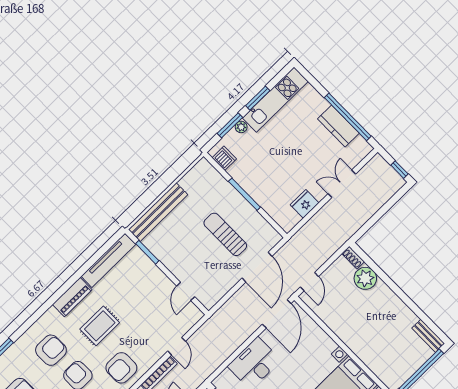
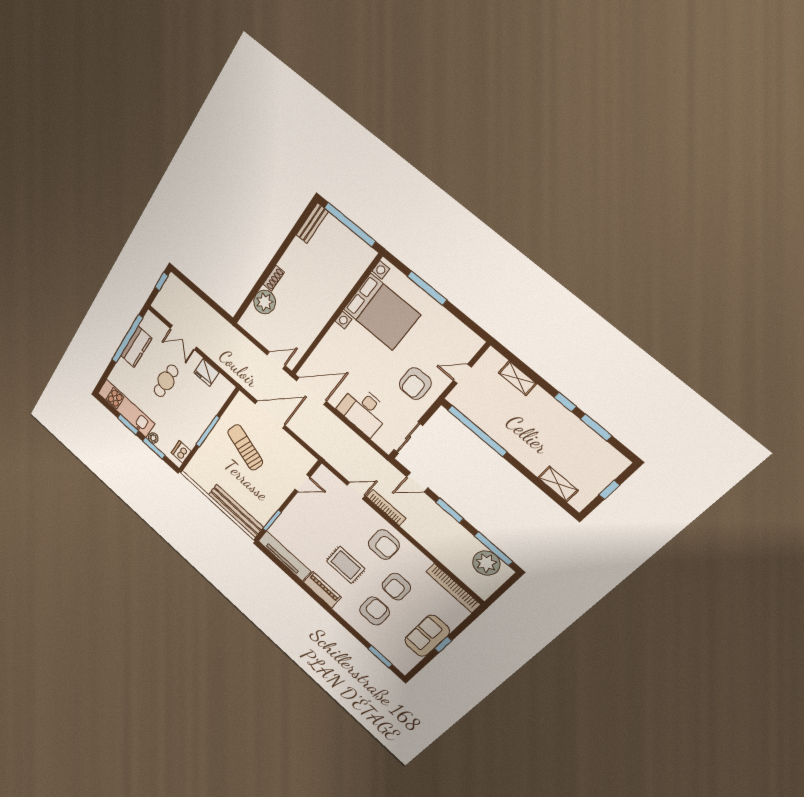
cafe table: (300, 155) -> (166, 381), added
sun lounger: (225, 234) -> (245, 447), turned 108
shoe rack: (353, 258) -> (274, 278), moved
armchair: (51, 350) -> (375, 611), turned 90

